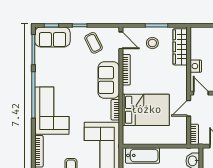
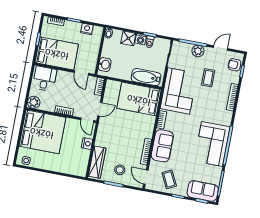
bed: (146, 110) -> (139, 99), moved
corner sofa: (52, 111) -> (212, 144), moved

